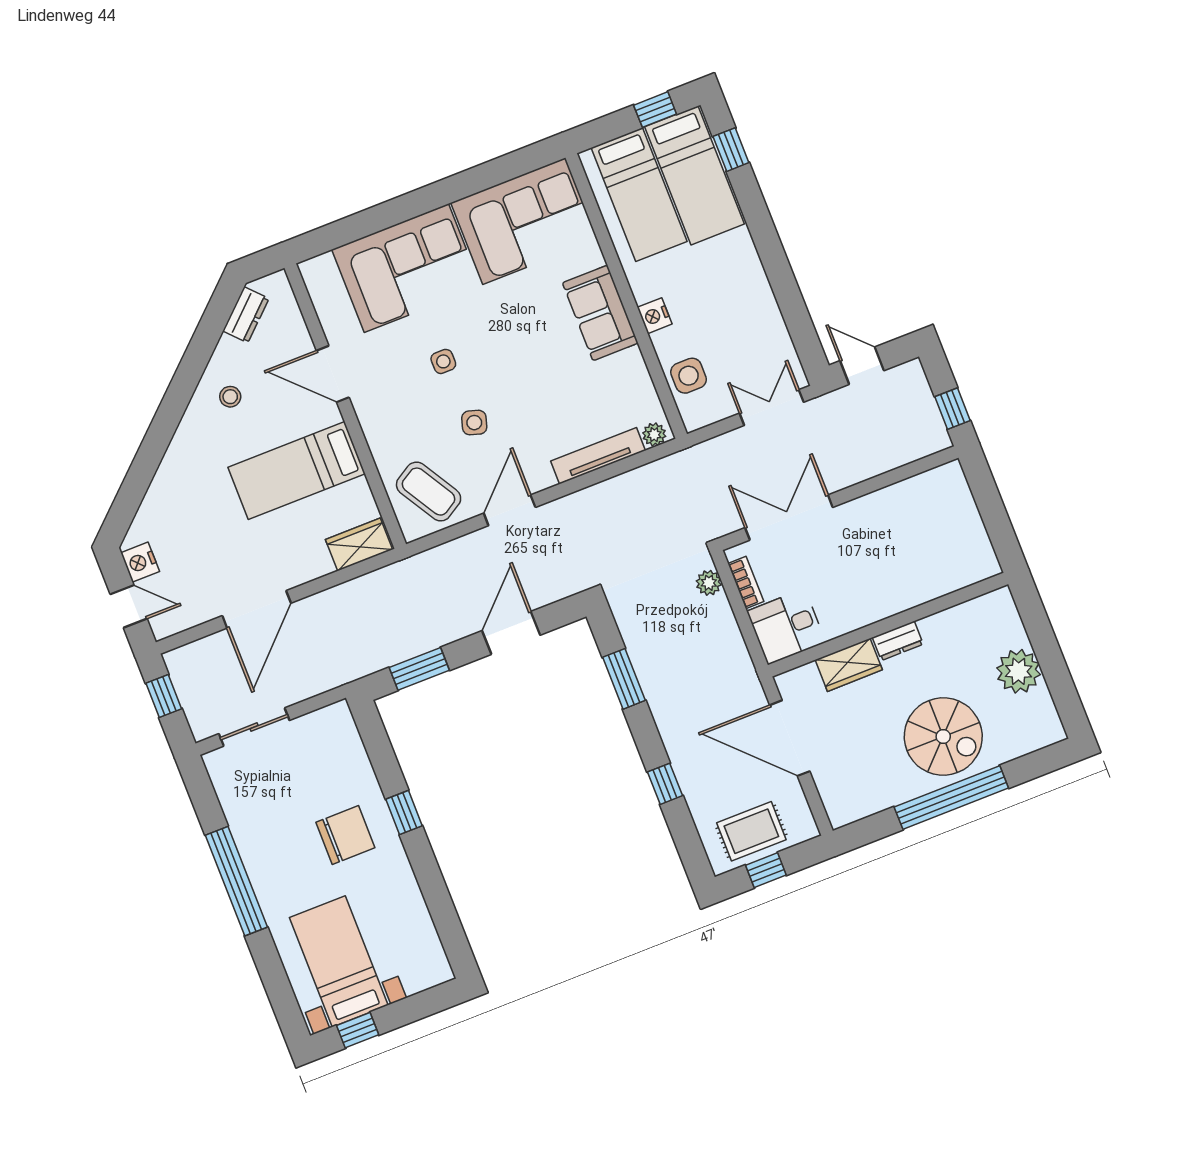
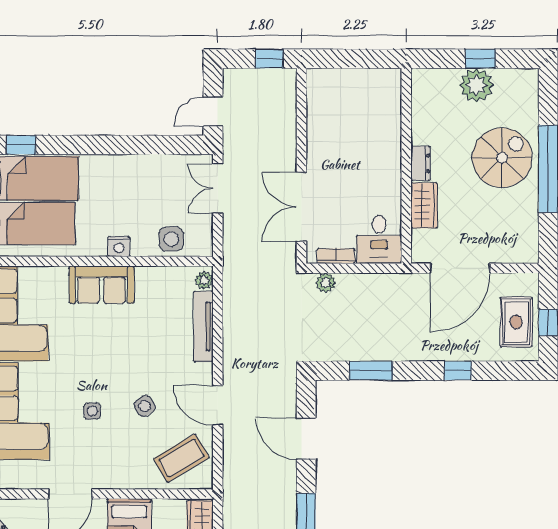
side table: (474, 423) -> (145, 406), turned 38
window: (1052, 664) -> (480, 59), added

